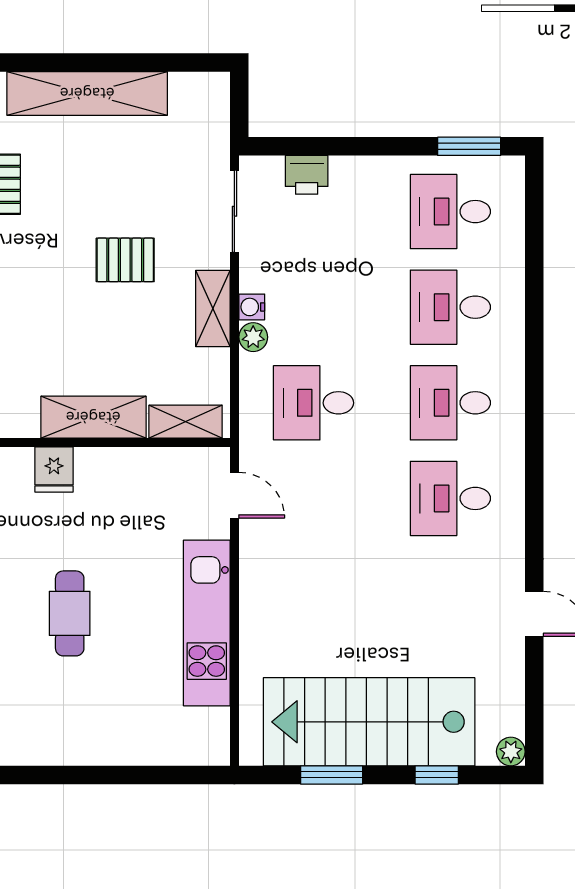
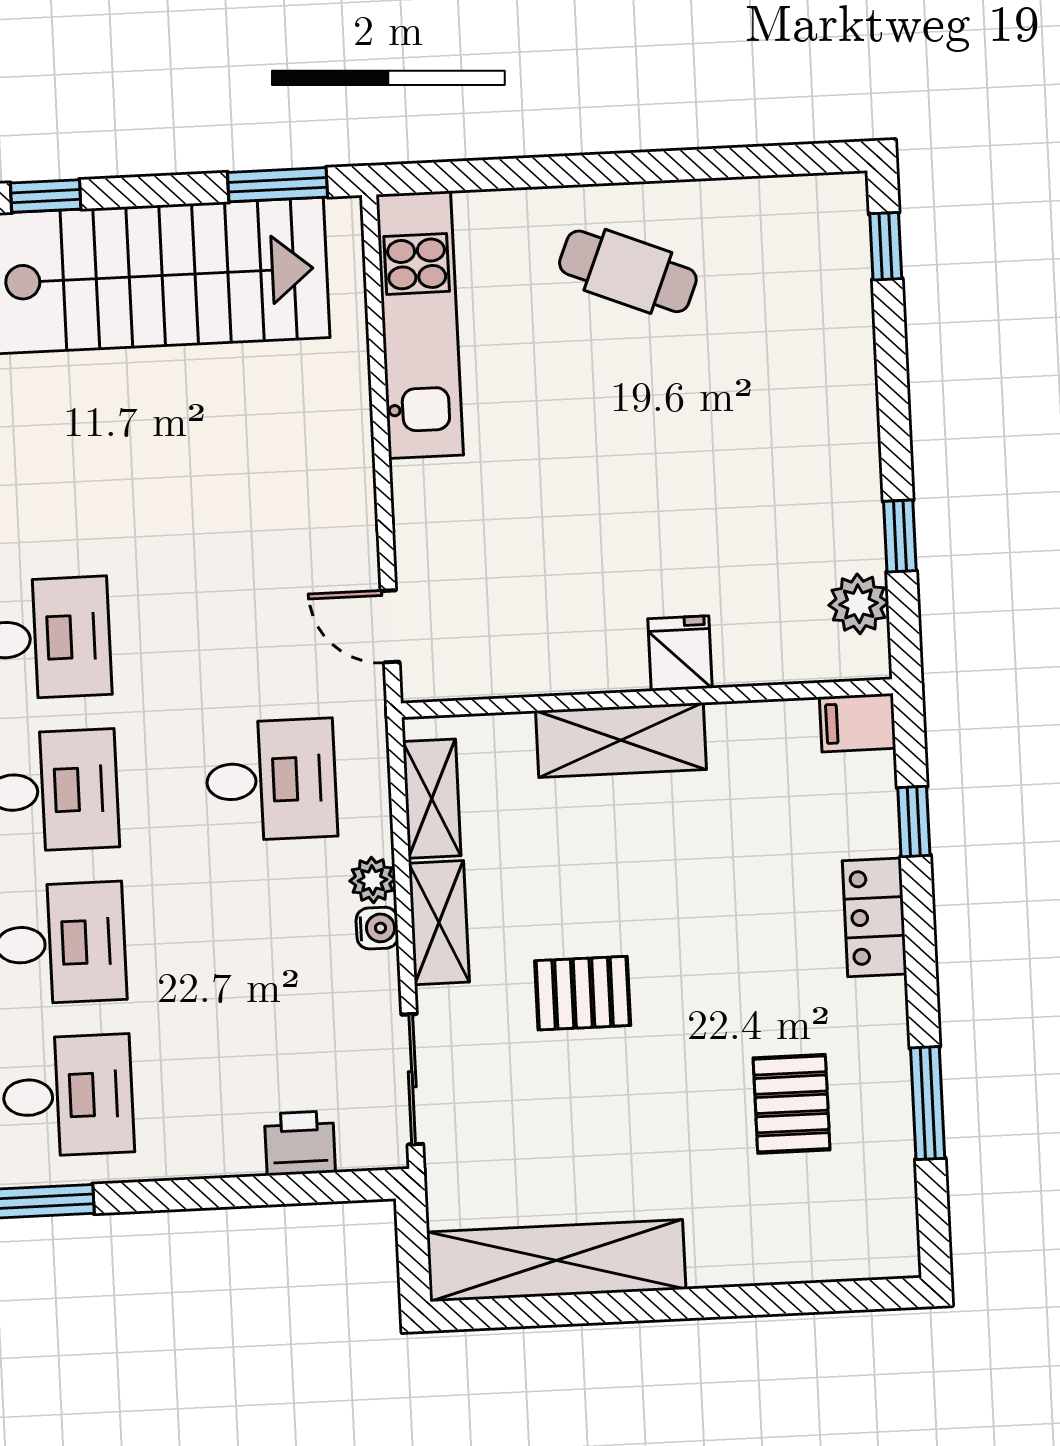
shelving: (87, 93) -> (556, 1261), moved
shelving: (186, 422) -> (432, 799), moved, turned 90
cafe table: (70, 613) -> (628, 271), moved, turned -68
kitchen unit: (207, 623) -> (420, 325), moved
window: (332, 775) -> (278, 185), moved

